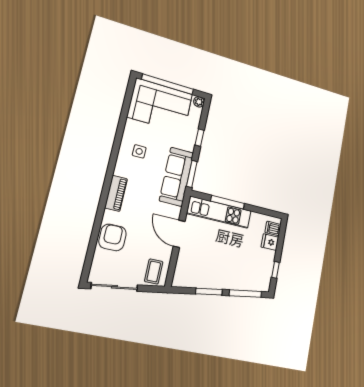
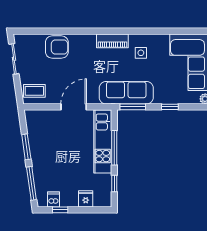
piano: (116, 193) -> (112, 41), moved
window: (261, 211) -> (114, 184), added
dishwasher: (273, 228) -> (53, 199), moved
sliding door: (114, 287) -> (14, 59), width x0.73

